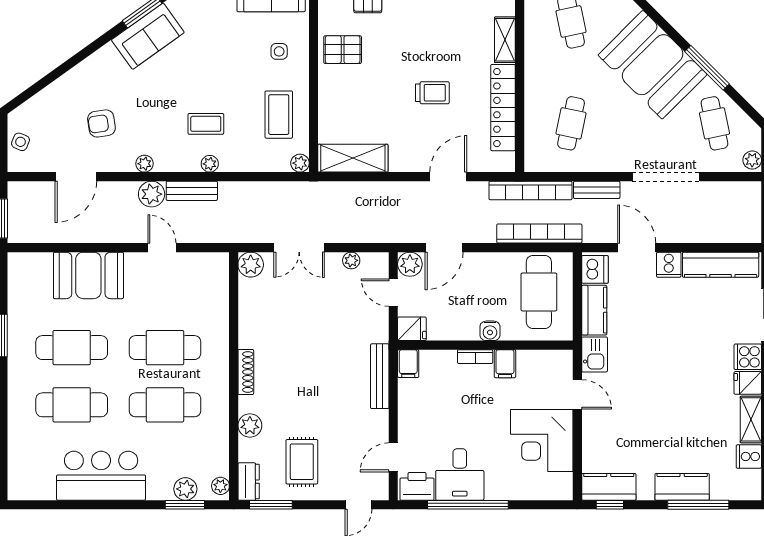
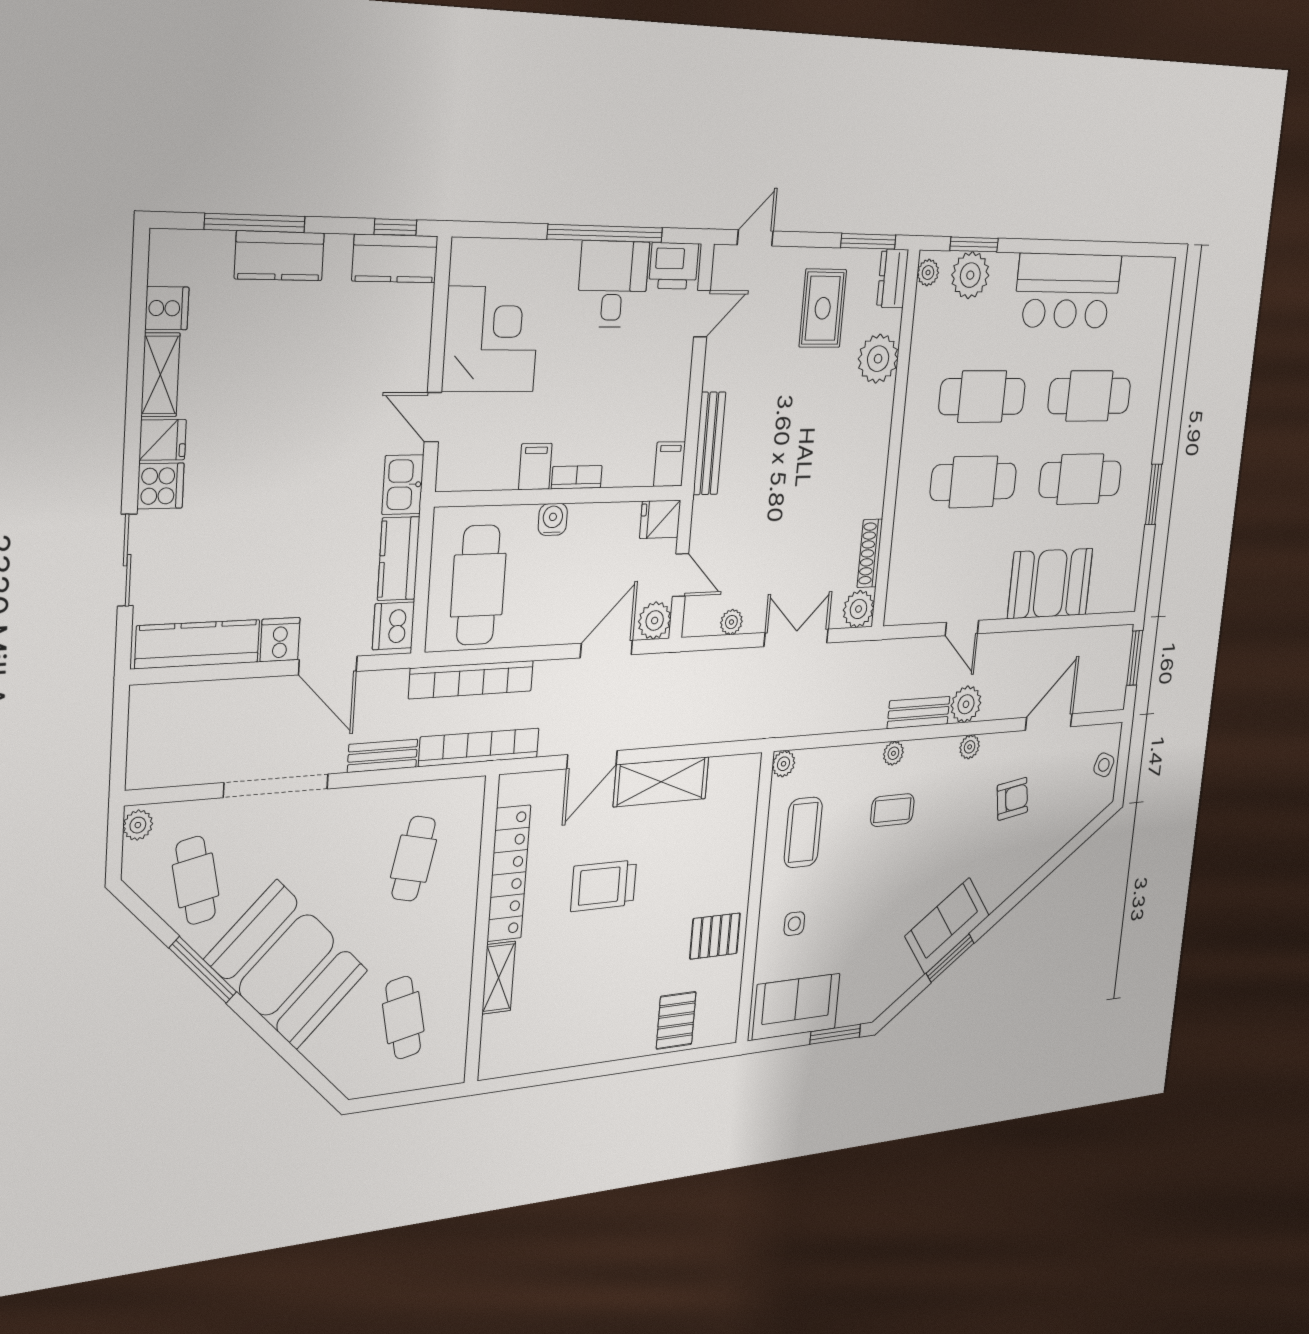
trolley: (432, 93) -> (604, 886), width x1.36, depth x1.39
shelving: (353, 158) -> (661, 782), moved
shoe rack: (246, 372) -> (870, 553), moved
plant: (250, 426) -> (878, 359), width x1.36, depth x1.36
plant: (185, 489) -> (970, 275), width x1.36, depth x1.36

